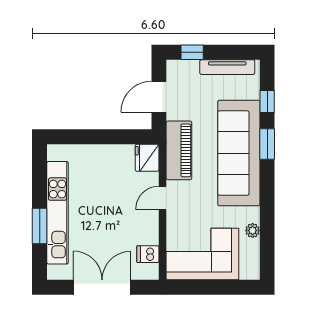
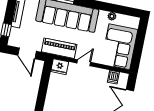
door: (163, 198) -> (84, 63), swing flipped

